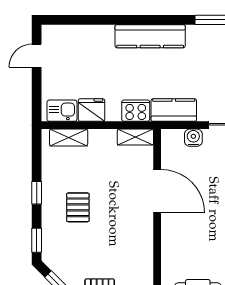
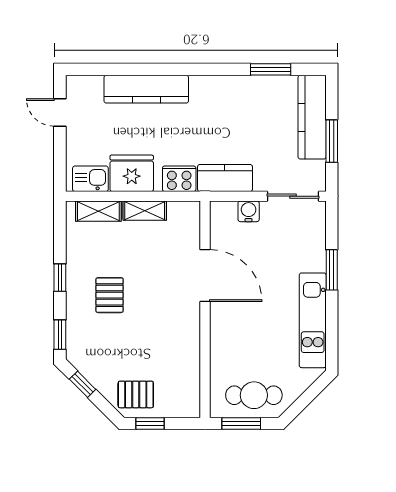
kitchen counter: (150, 36) -> (146, 89), moved
door: (37, 56) -> (60, 112), hinge flipped
fridge: (91, 110) -> (132, 173), width x1.36, depth x1.34
shelving: (135, 137) -> (145, 211), moved

